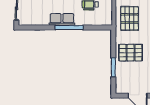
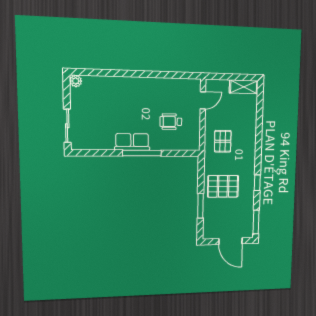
pallet: (130, 18) -> (223, 141), width x0.67, depth x0.71

